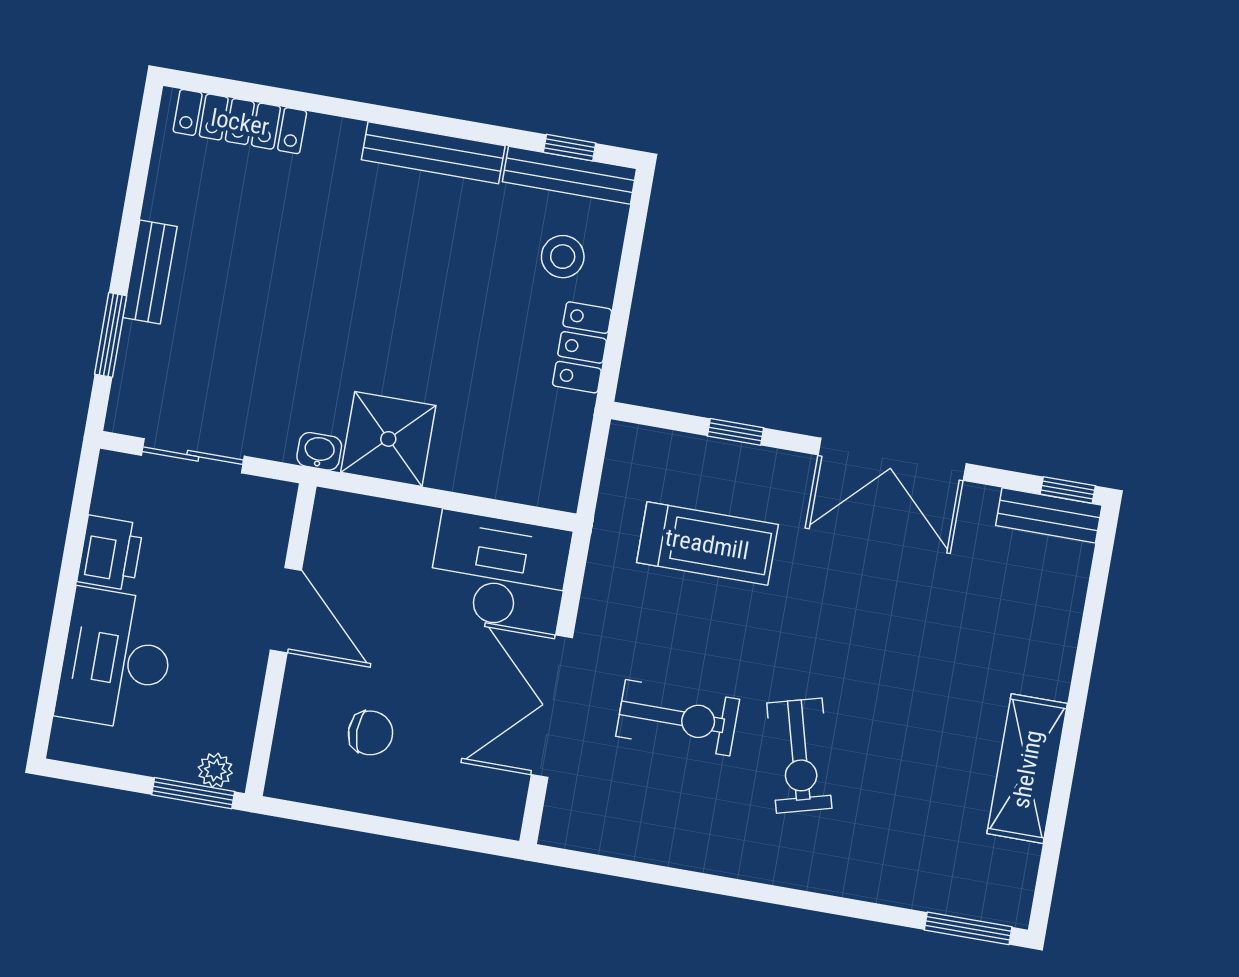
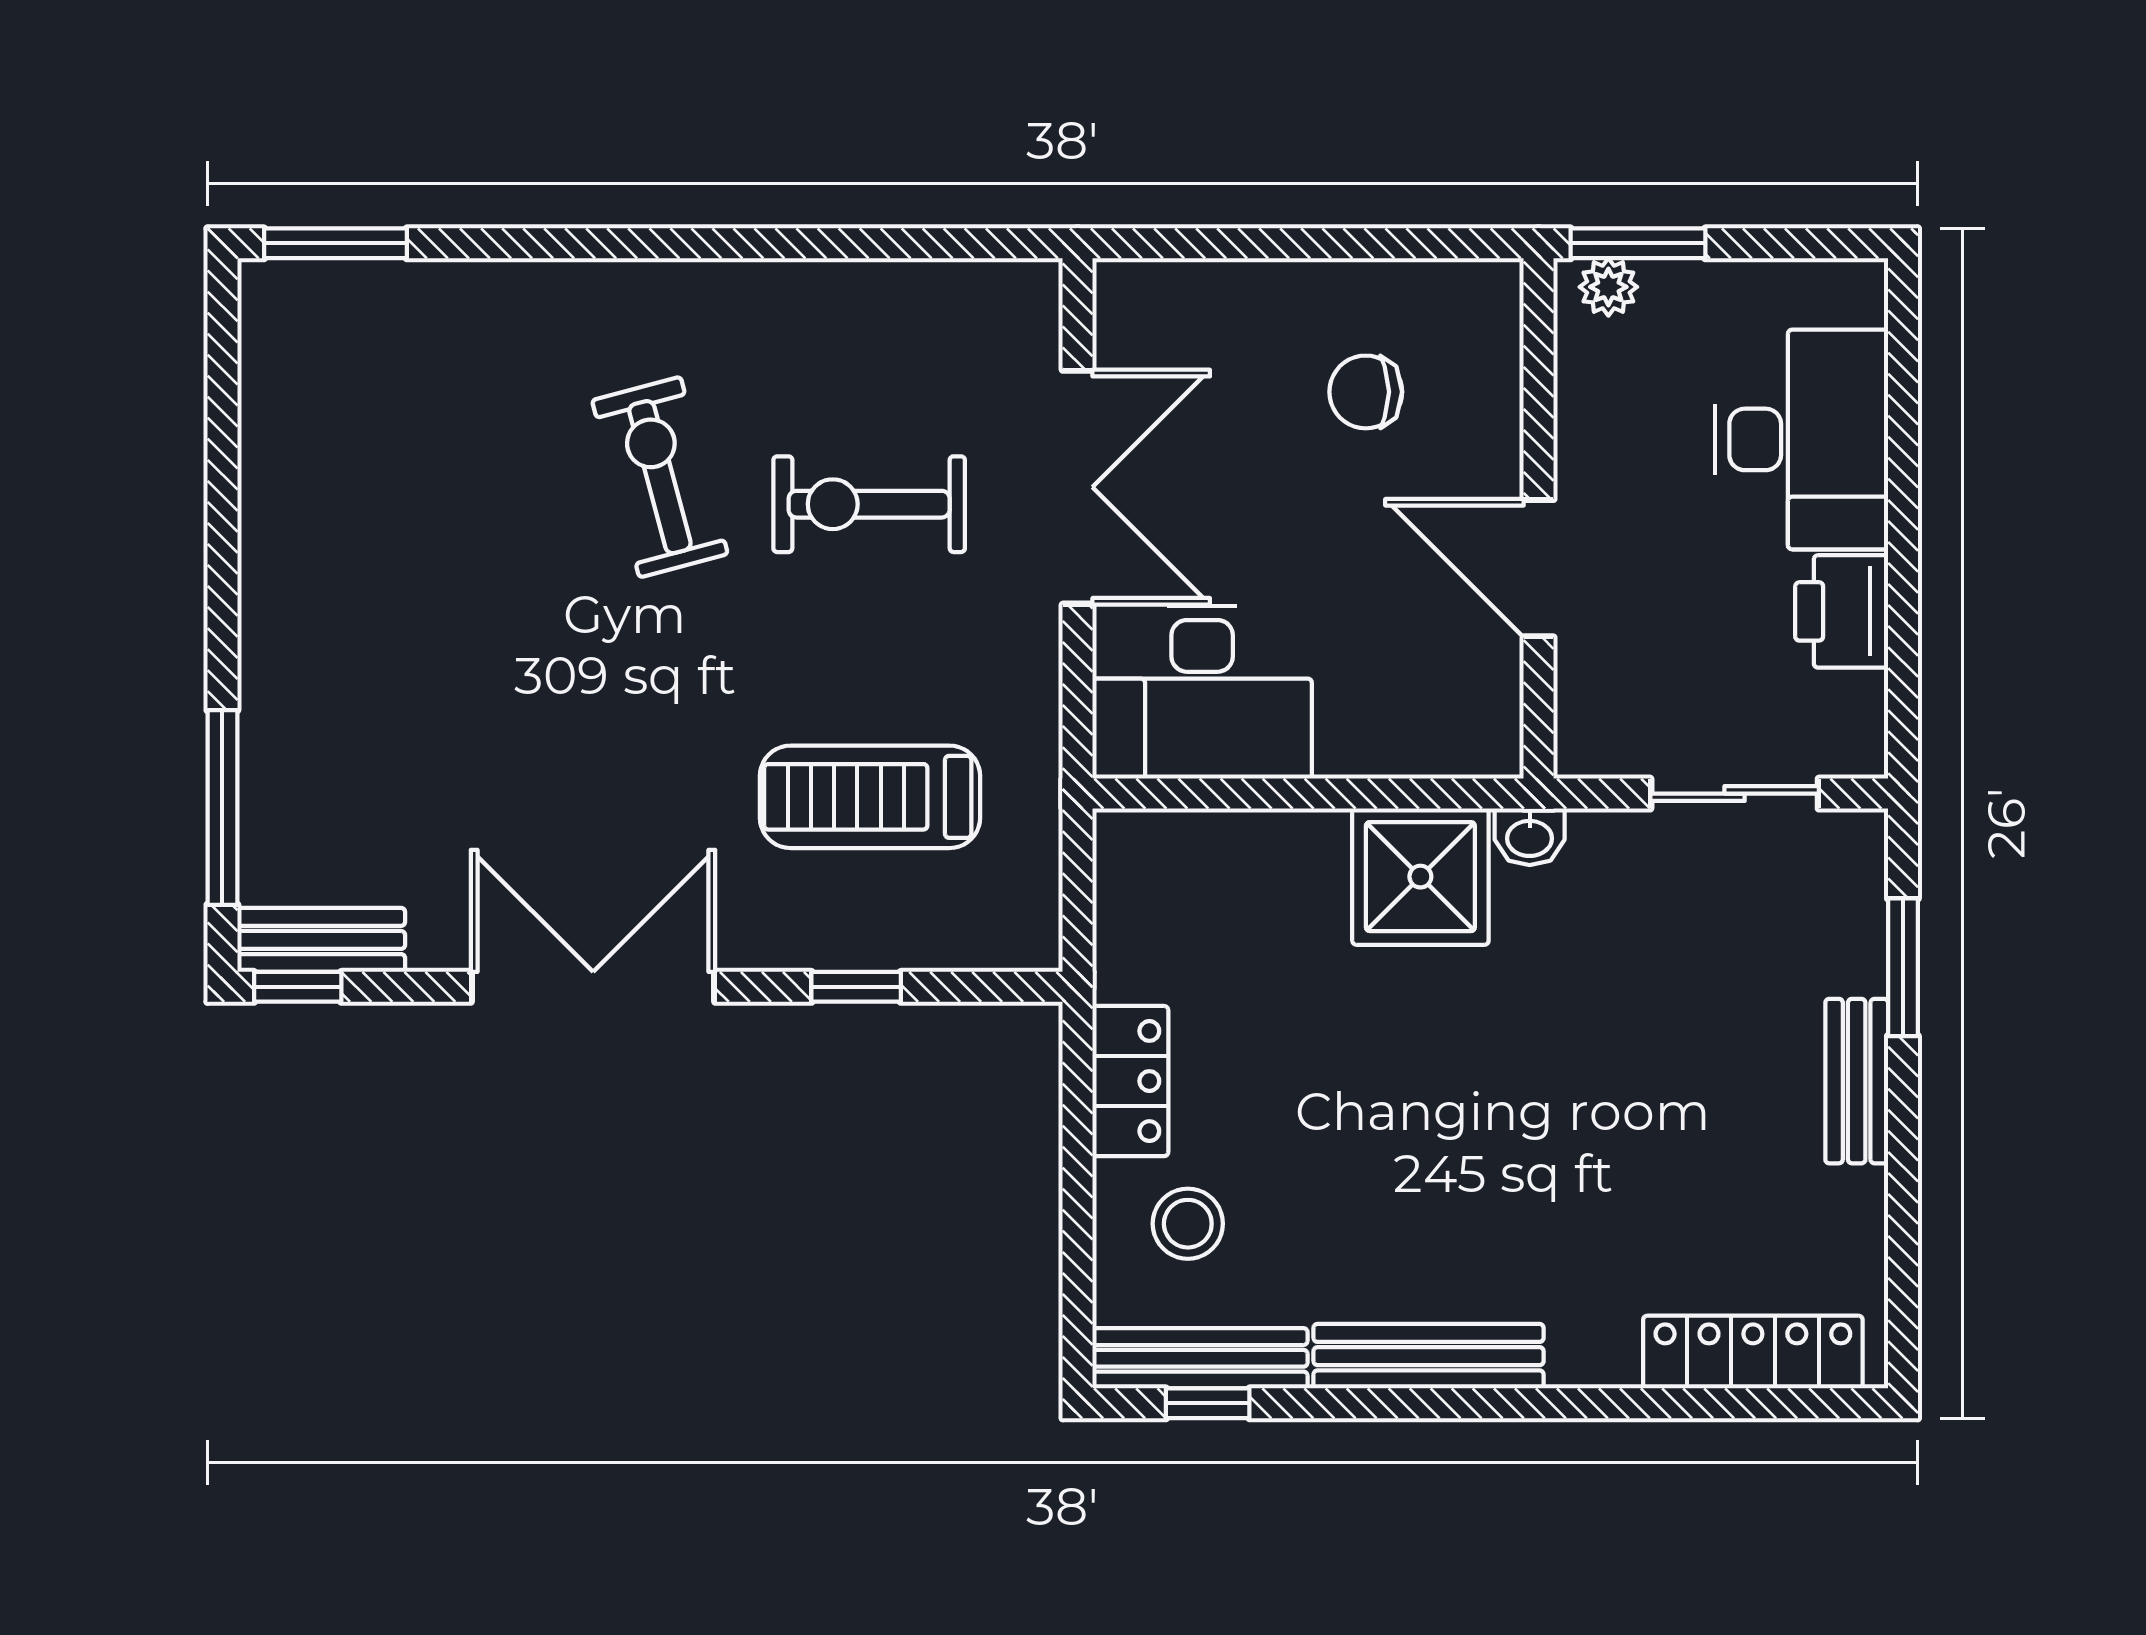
window: (1094, 604) -> (222, 808), added
shelving: (1027, 769) -> (284, 521), removed

